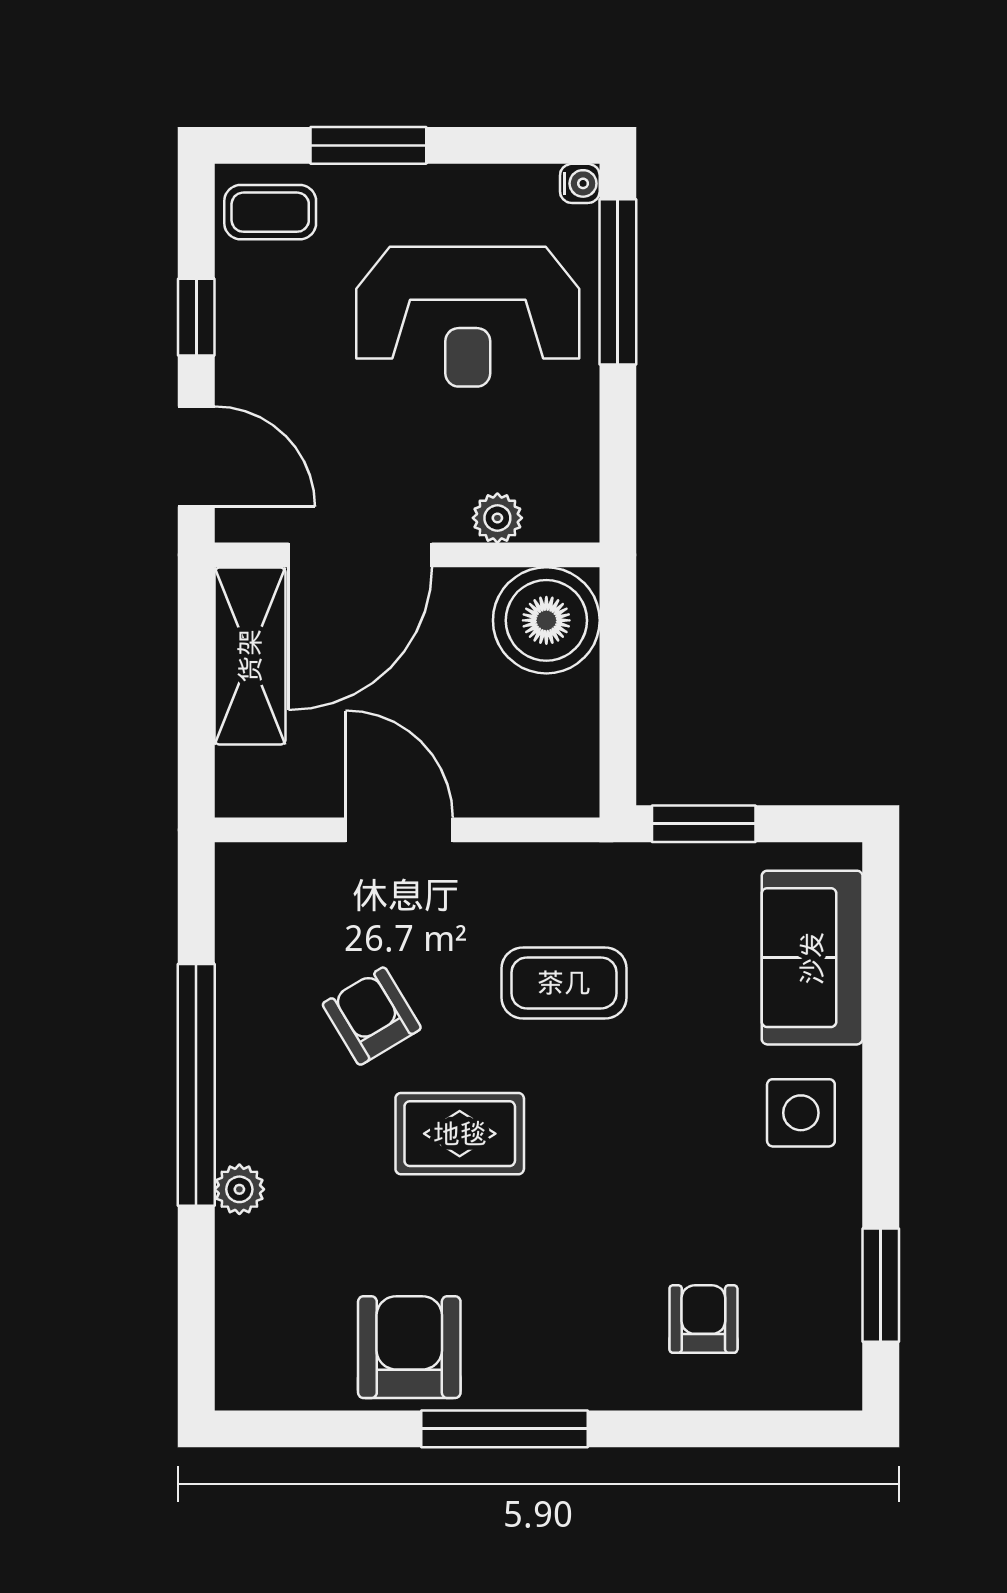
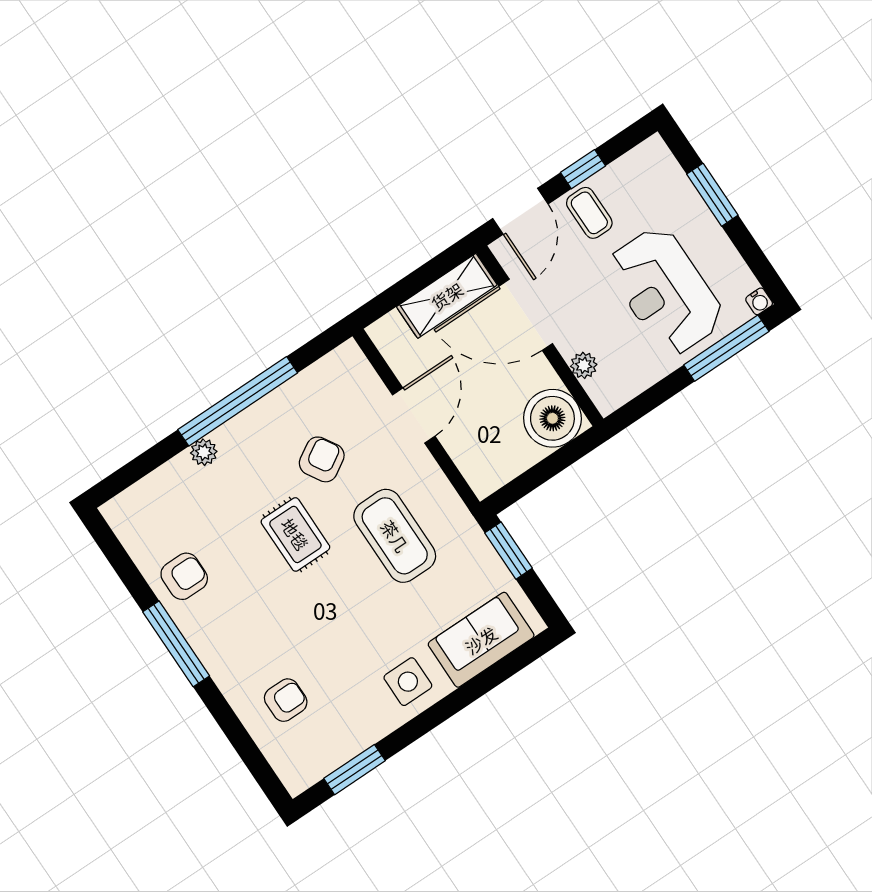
coffee table: (270, 212) -> (589, 213), moved
coffee table: (564, 983) -> (395, 536), width x1.36, depth x1.32
armchair: (409, 1347) -> (184, 576), width x0.72, depth x0.72

